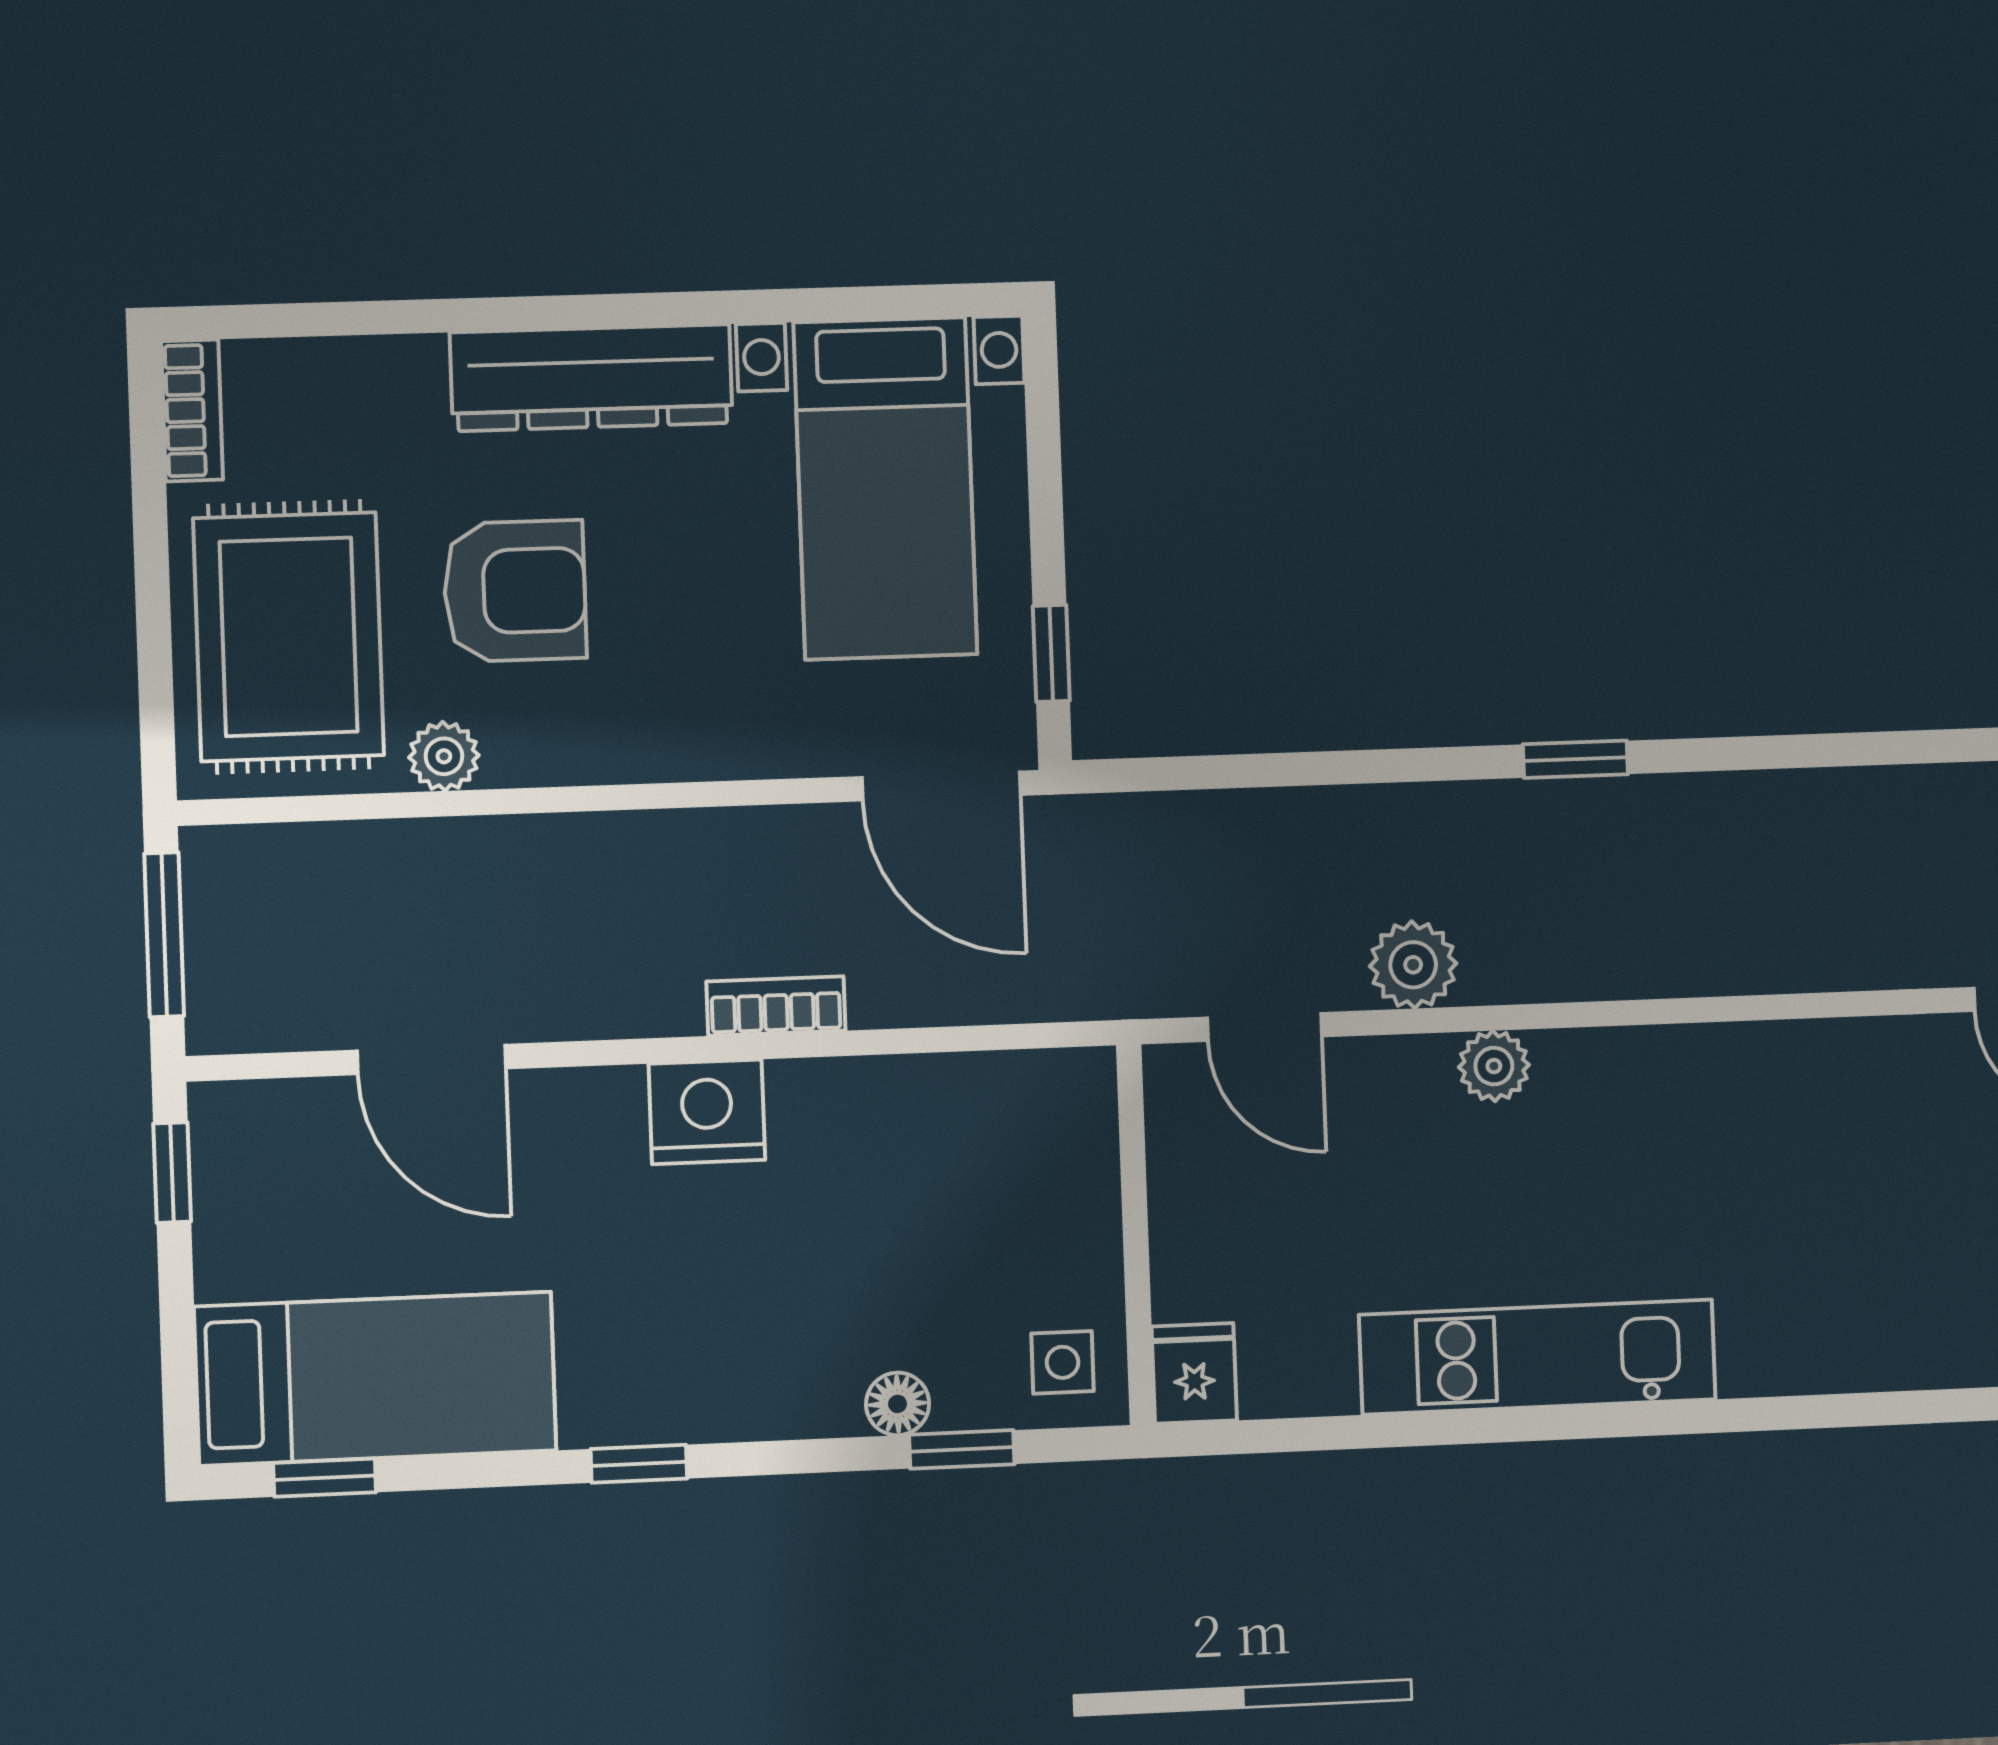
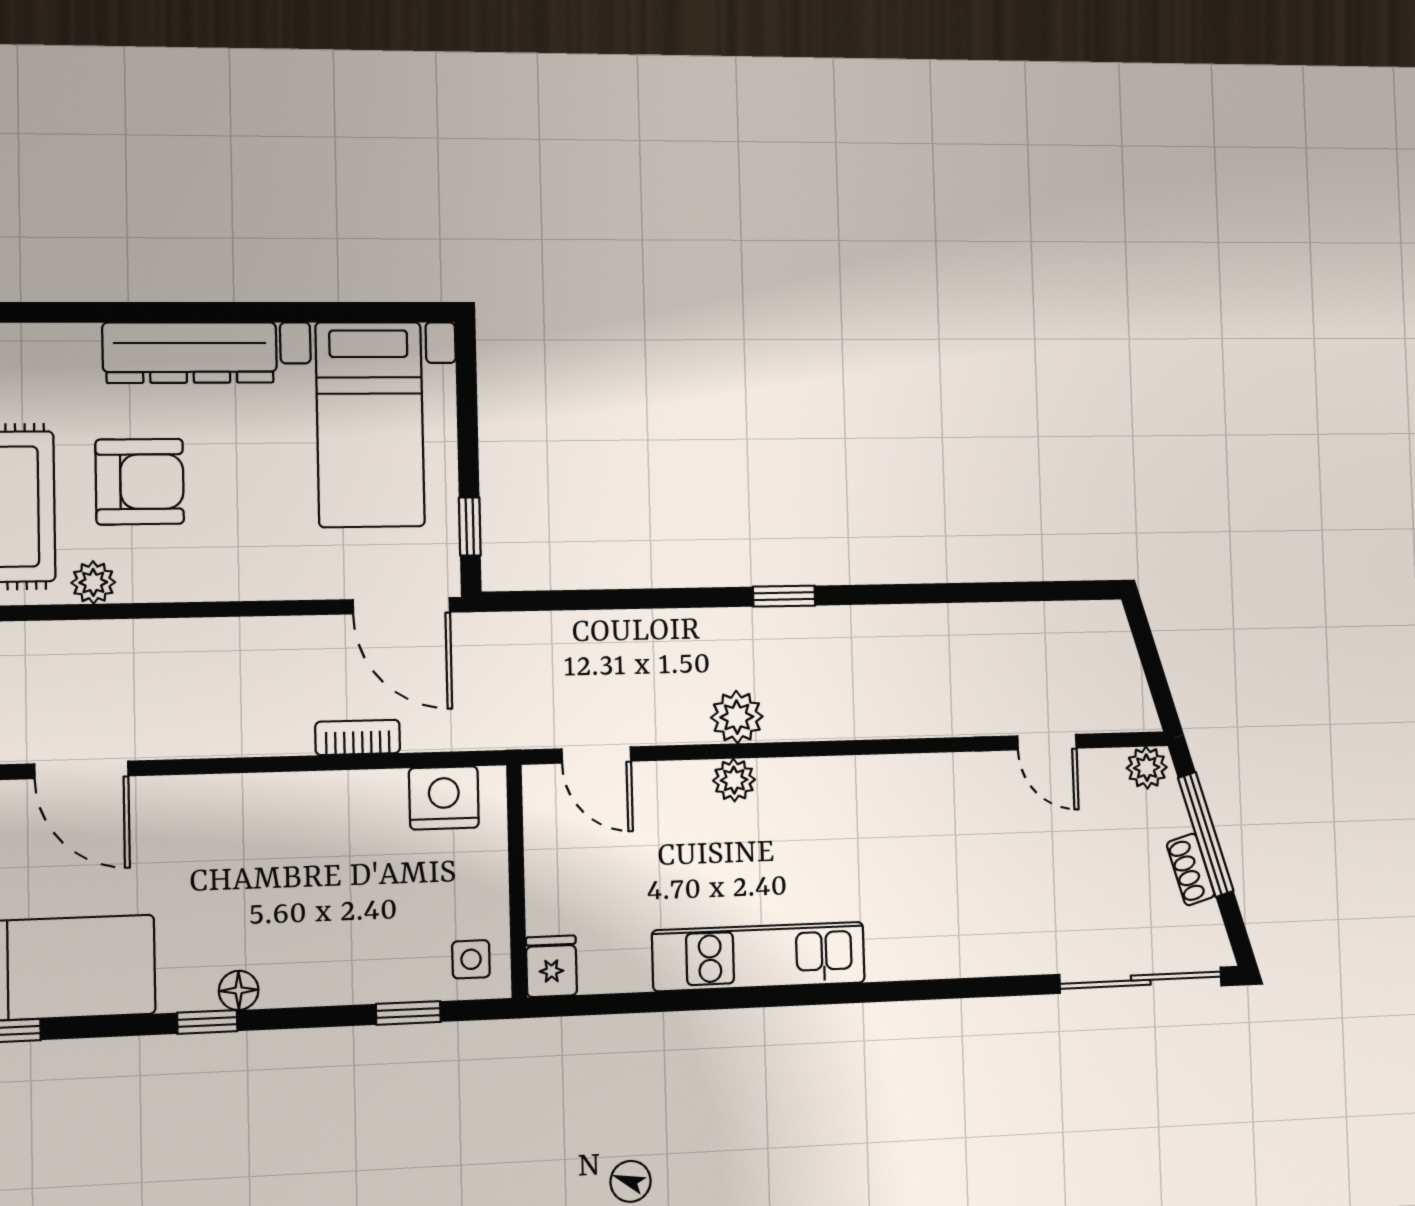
plant: (1413, 965) -> (737, 717), moved
bookcase: (776, 1006) -> (358, 737), moved
nightstand: (707, 1112) -> (444, 798), moved
floor lamp: (898, 1404) -> (239, 990), moved

